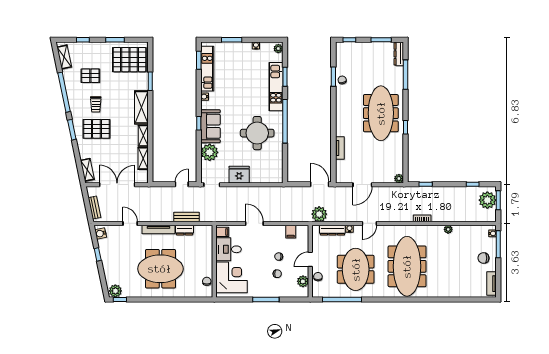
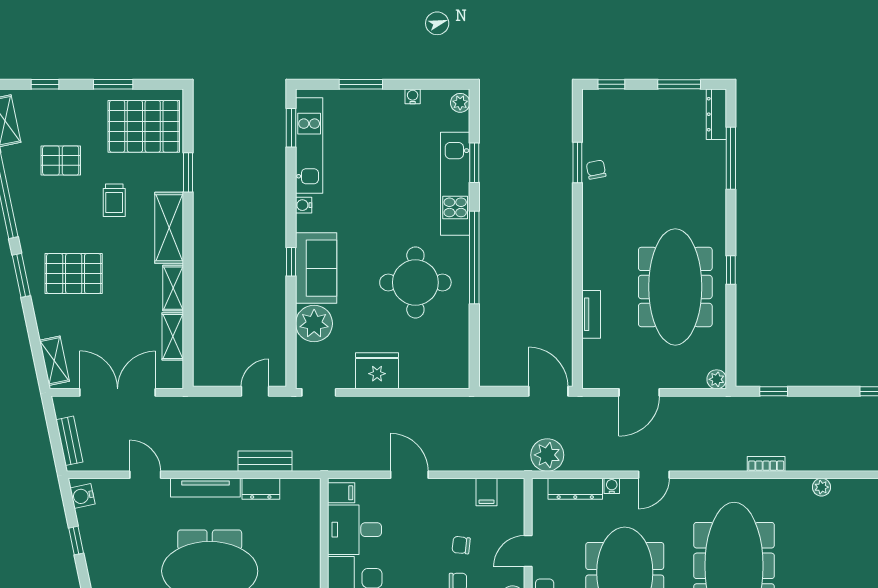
trolley: (96, 104) -> (114, 200), moved
meeting table: (381, 113) -> (675, 287), moved

